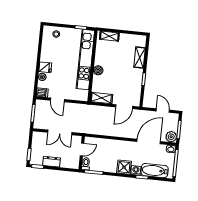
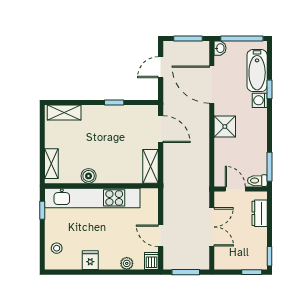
shelving: (140, 58) -> (64, 112), moved
fridge: (45, 67) -> (90, 260), moved
boiler: (98, 70) -> (89, 176), moved
door: (57, 100) -> (161, 236), swing flipped
plant: (171, 137) -> (201, 50), removed
dresser: (52, 162) -> (260, 213), moved
shower: (124, 167) -> (225, 127), moved

